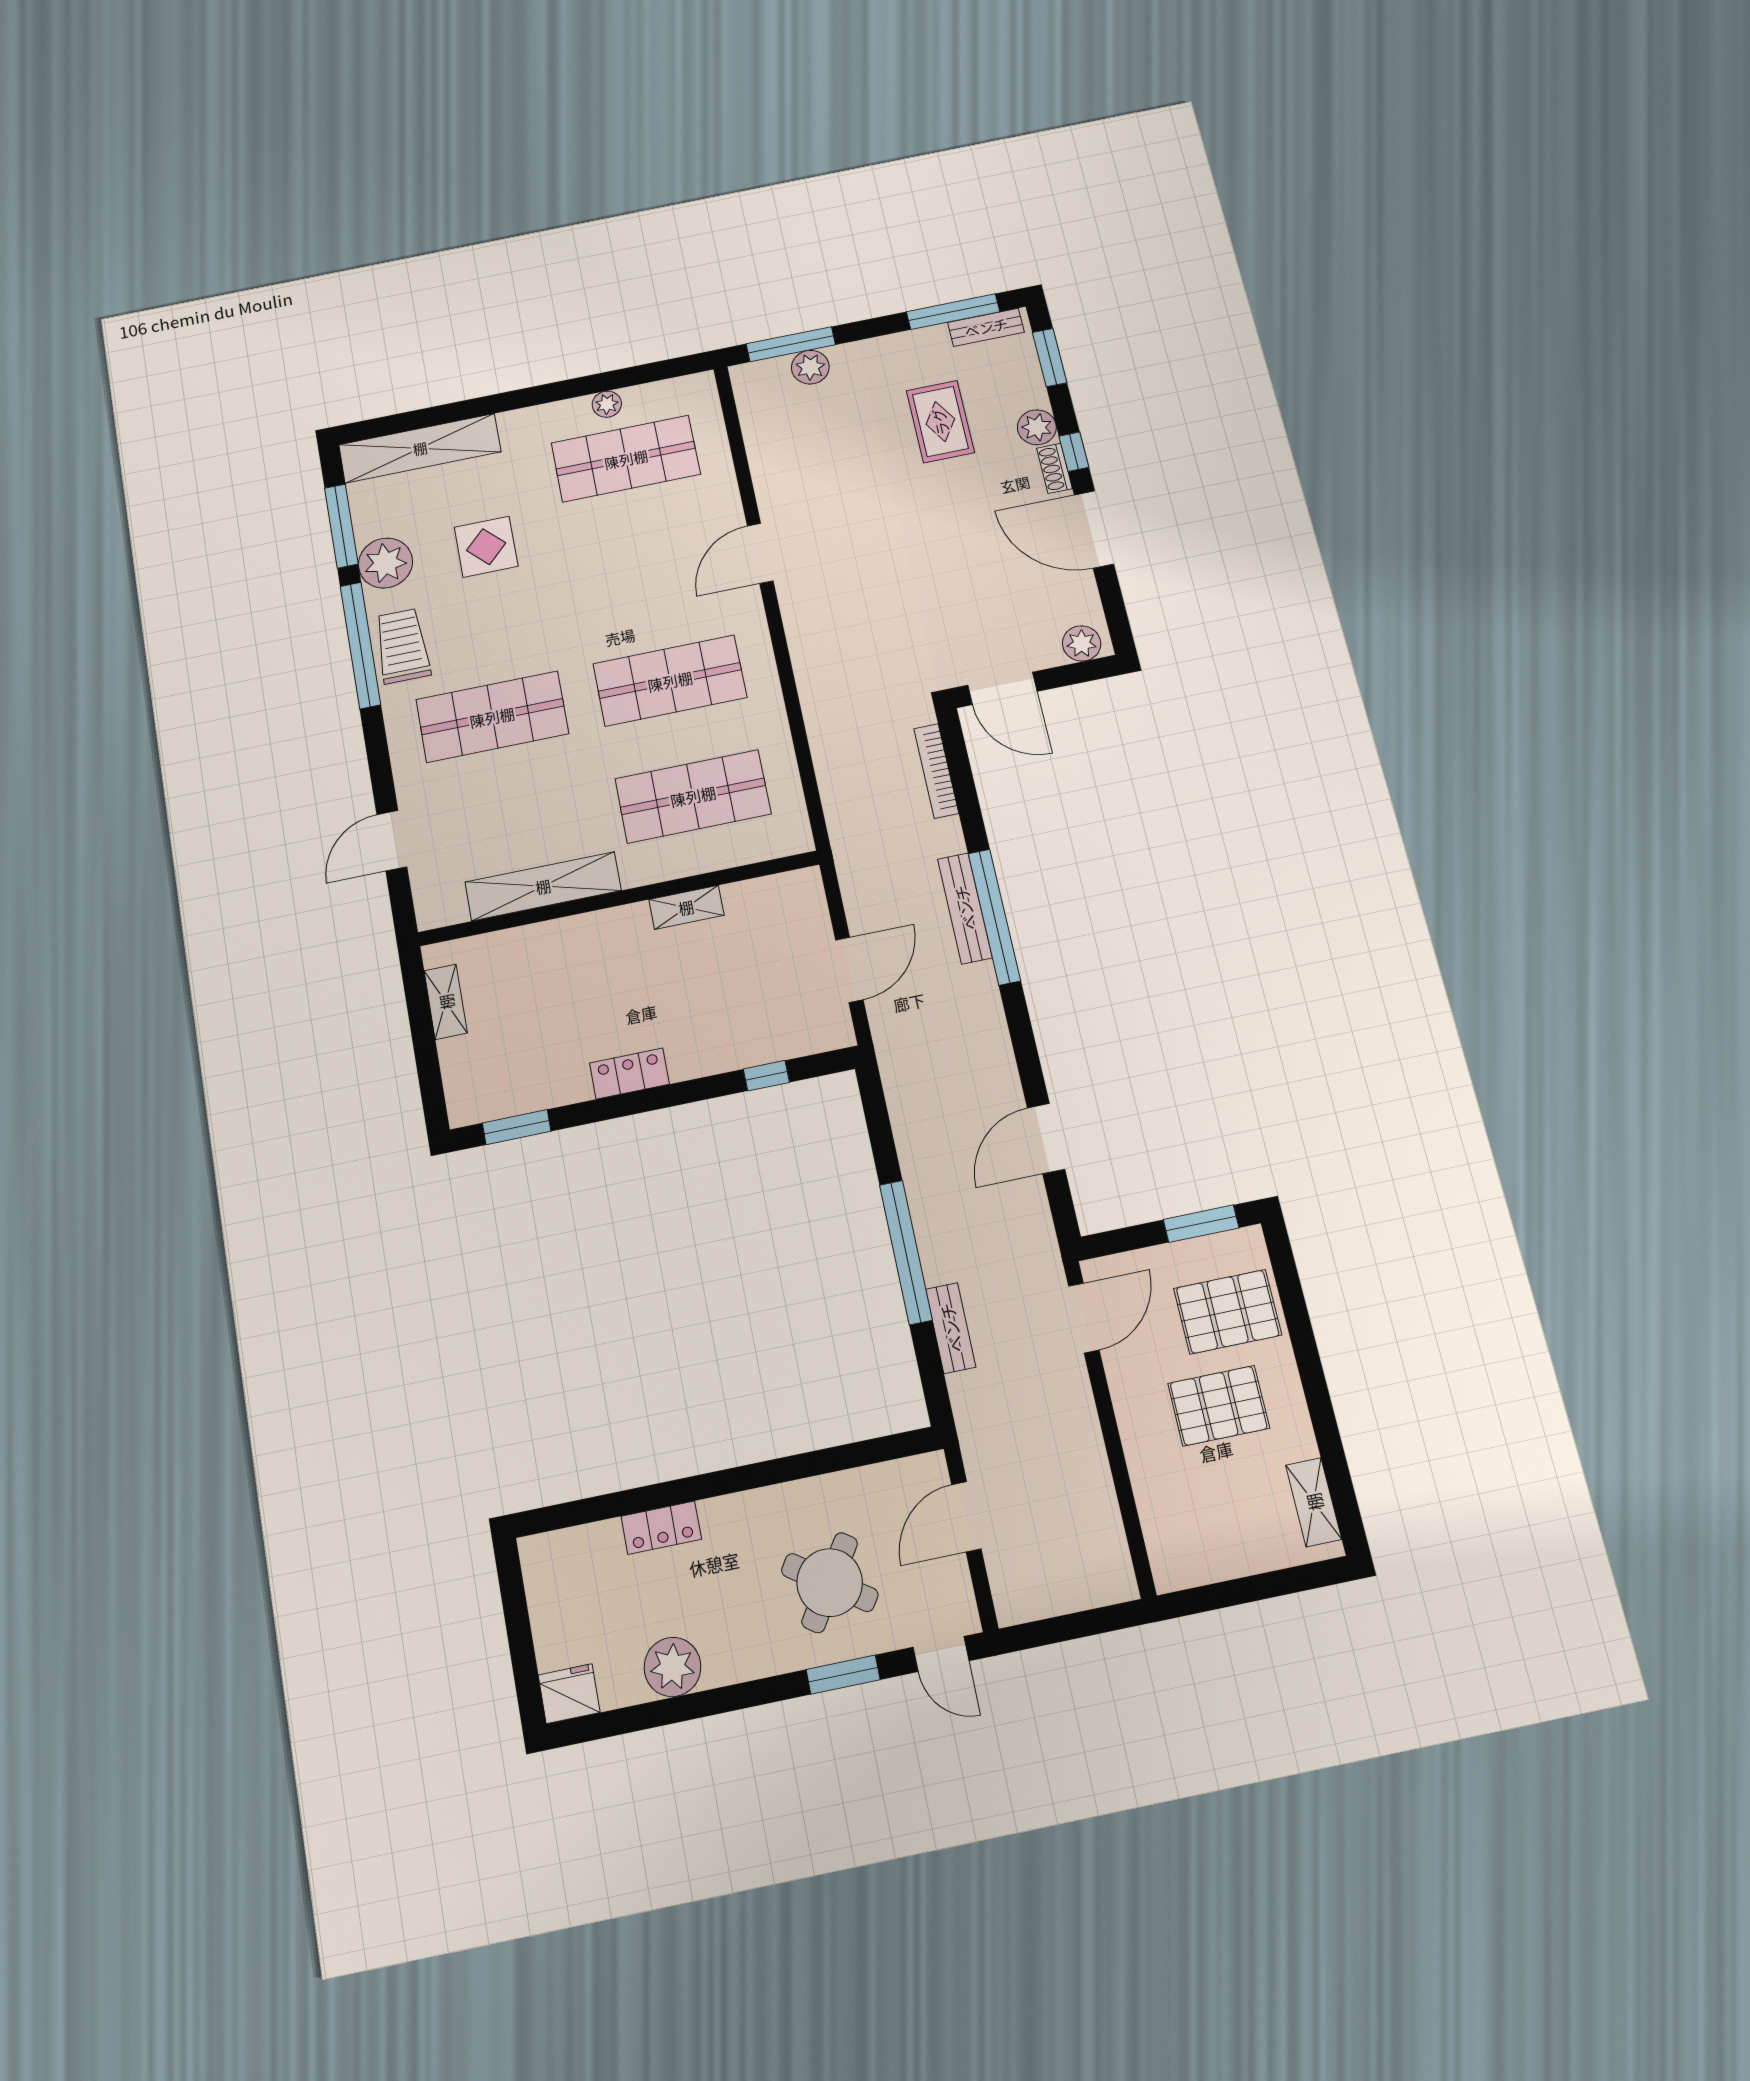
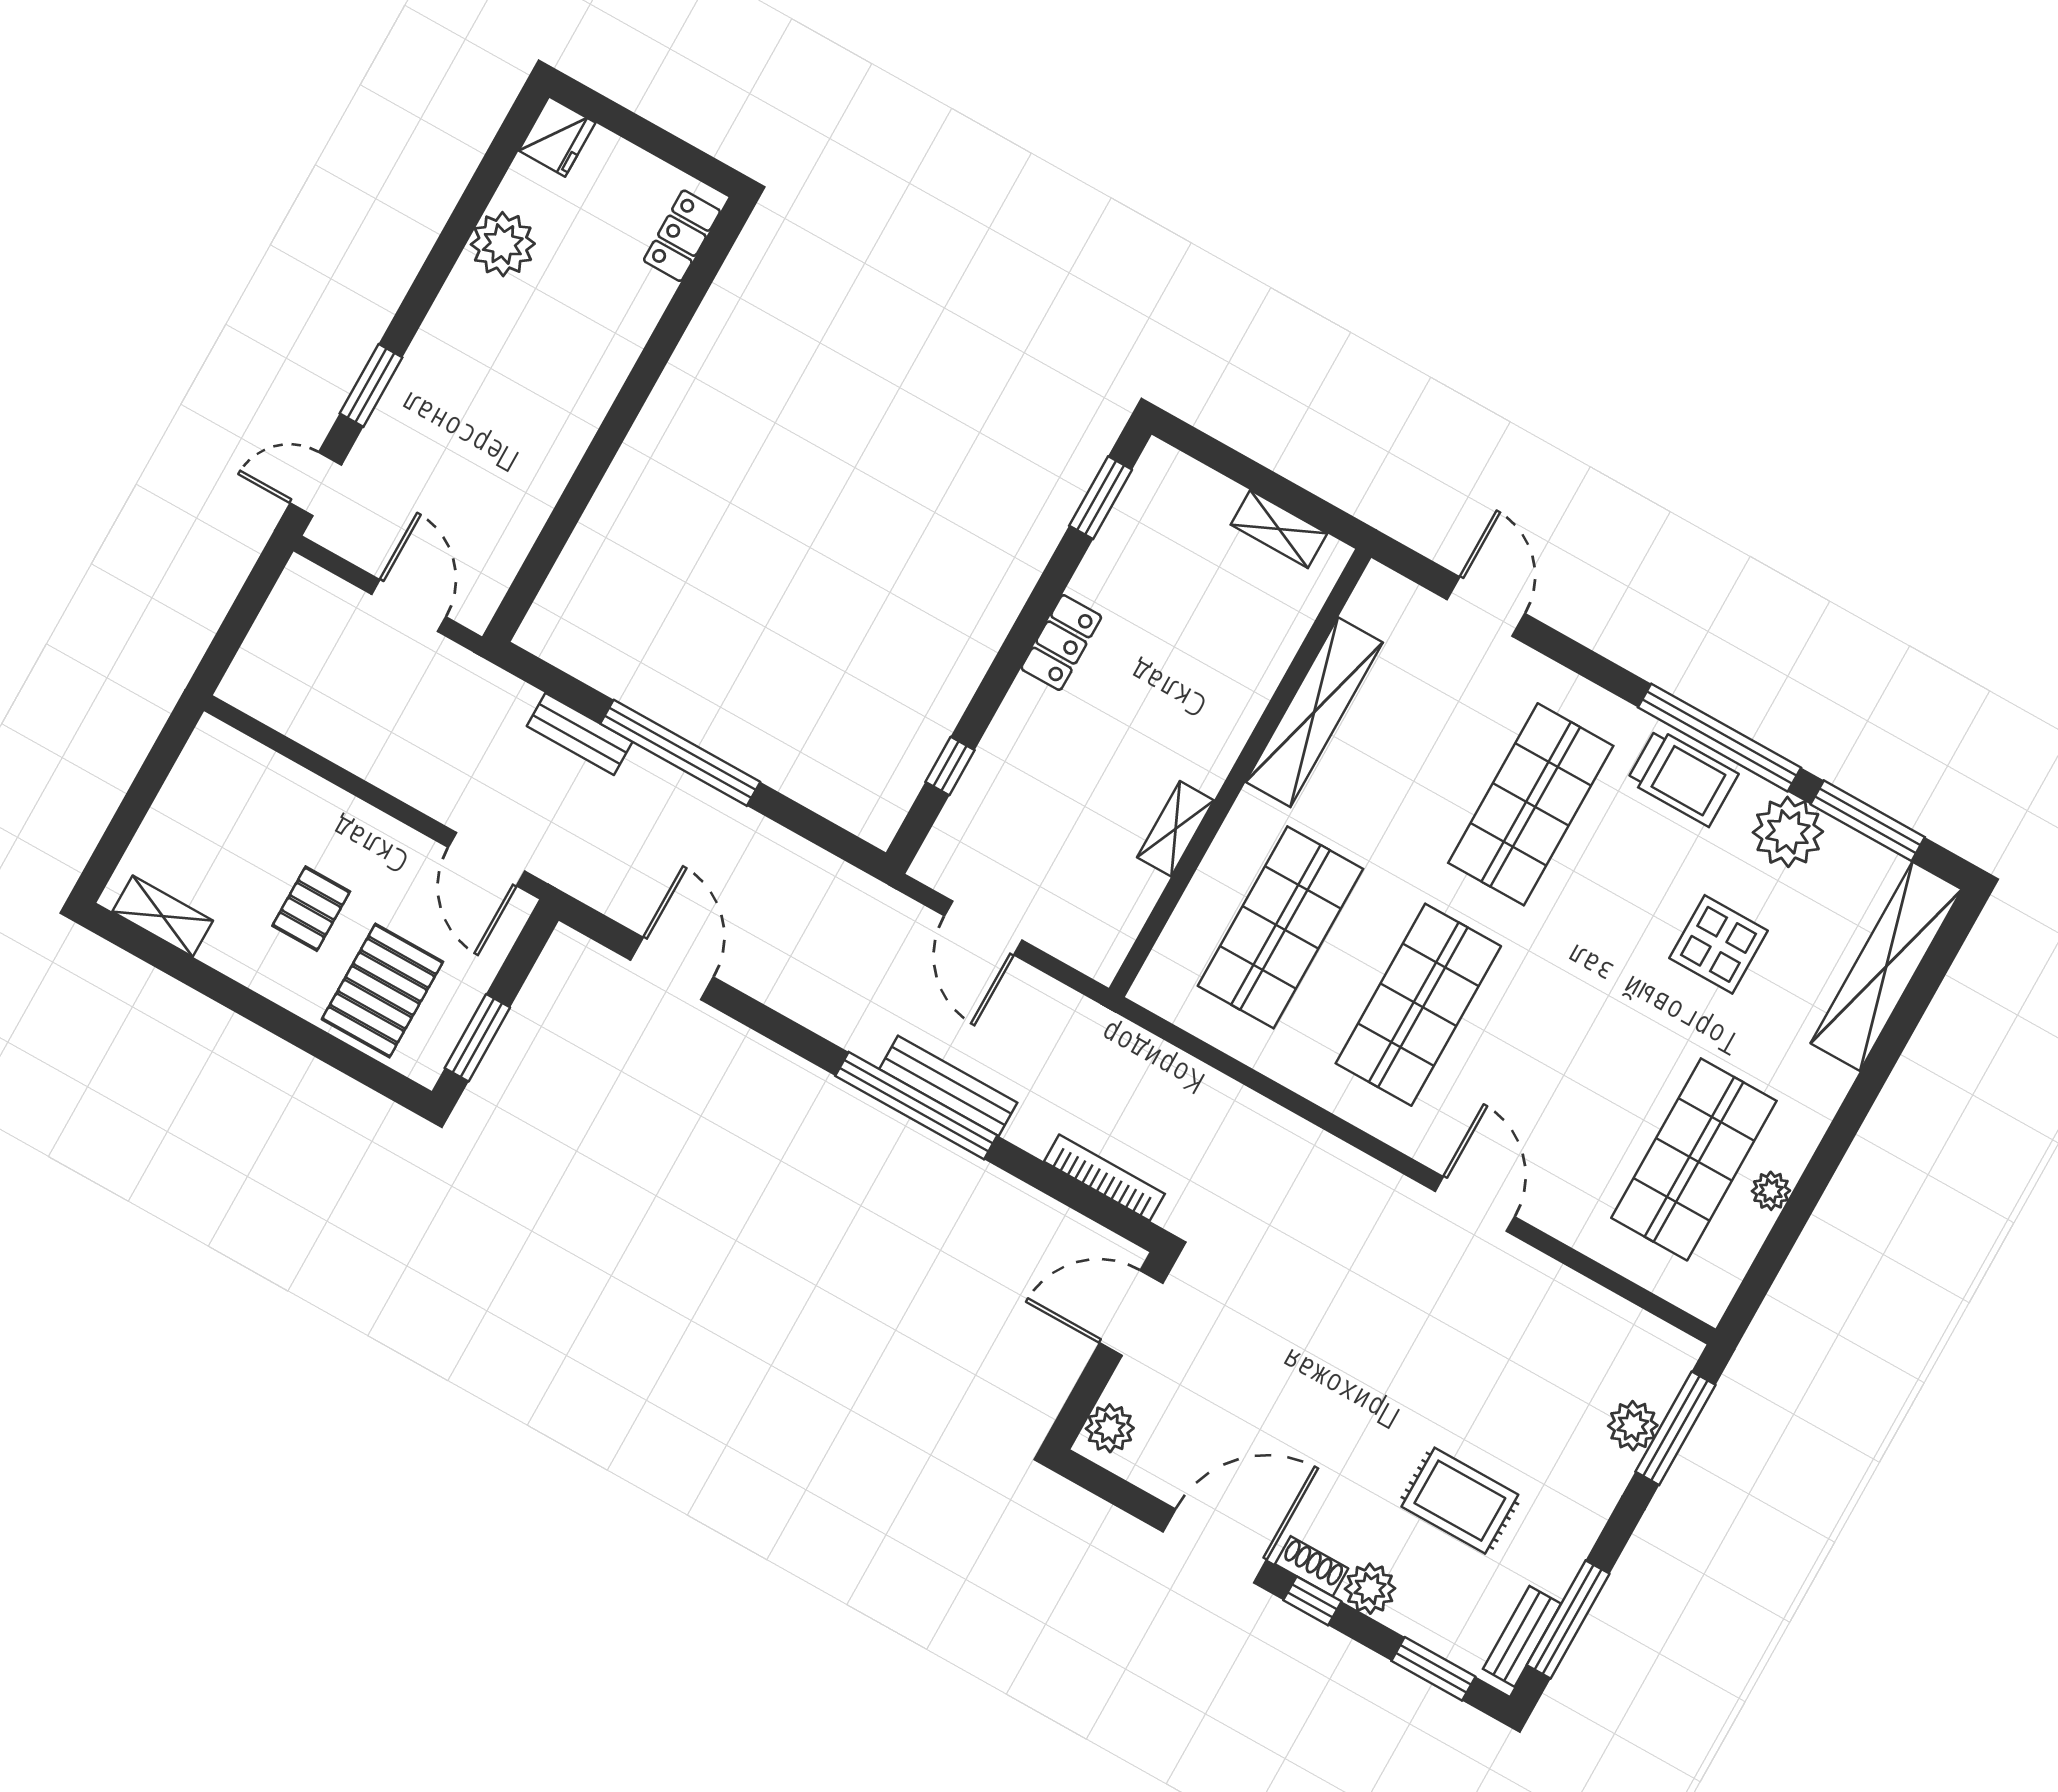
pallet: (1219, 1406) -> (311, 909), width x0.67, depth x0.71
locker: (661, 1528) -> (682, 236), moved
round table: (830, 1583) -> (456, 439), removed

